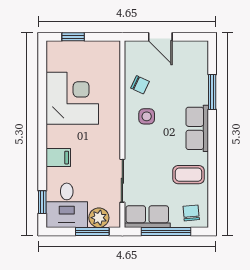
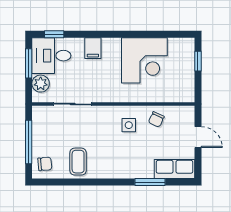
door: (160, 37) -> (198, 137), swing flipped
row of seats: (197, 128) -> (175, 169), moved
row of seats: (147, 217) -> (42, 126), removed
window: (92, 231) -> (29, 63), moved

